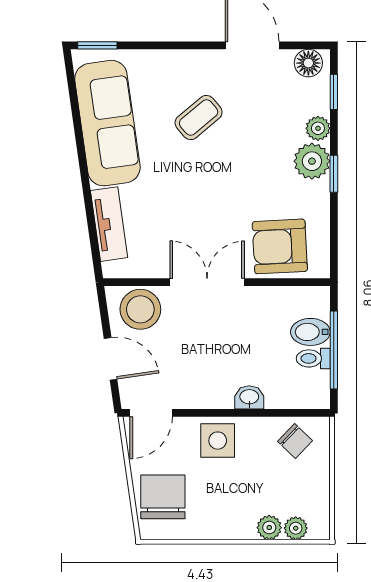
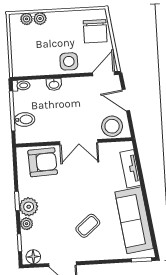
toilet: (313, 358) -> (21, 86), moved
chair: (295, 441) -> (29, 63), removed

